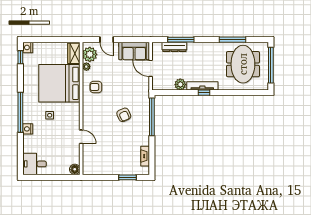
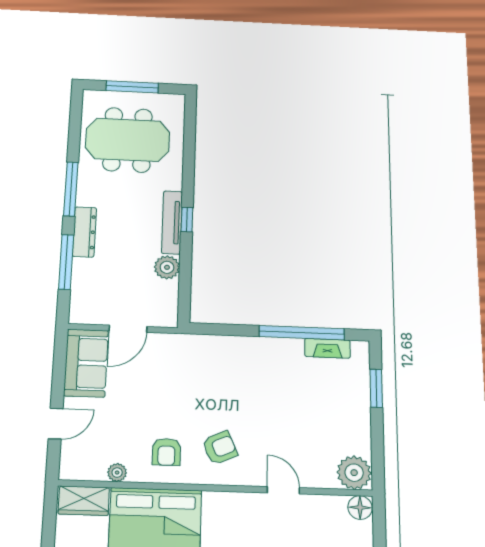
window: (233, 40) -> (71, 189), moved
dresser: (174, 47) -> (84, 232), moved
plant: (90, 54) -> (354, 473), moved
window: (271, 65) -> (132, 87), width x0.68
armchair: (124, 115) -> (220, 448), moved
window: (152, 117) -> (302, 333), moved
door: (81, 137) -> (283, 490), hinge flipped

